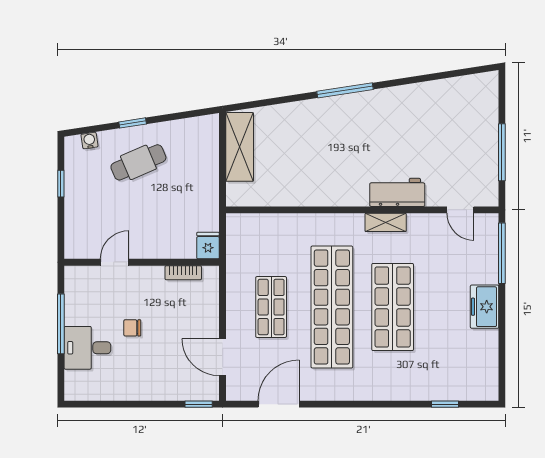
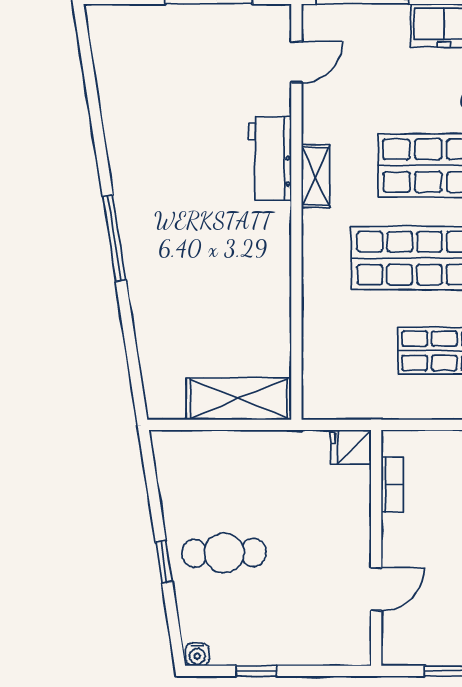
water cooler: (89, 141) -> (197, 654), moved, turned -81
shelving: (240, 147) -> (239, 399), moved
cafe table: (138, 162) -> (224, 553), turned -68
door: (115, 262) -> (376, 589), swing flipped

